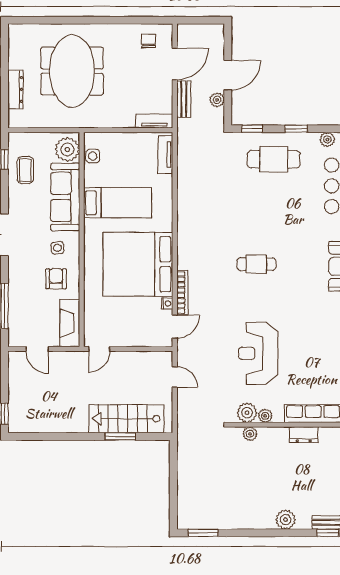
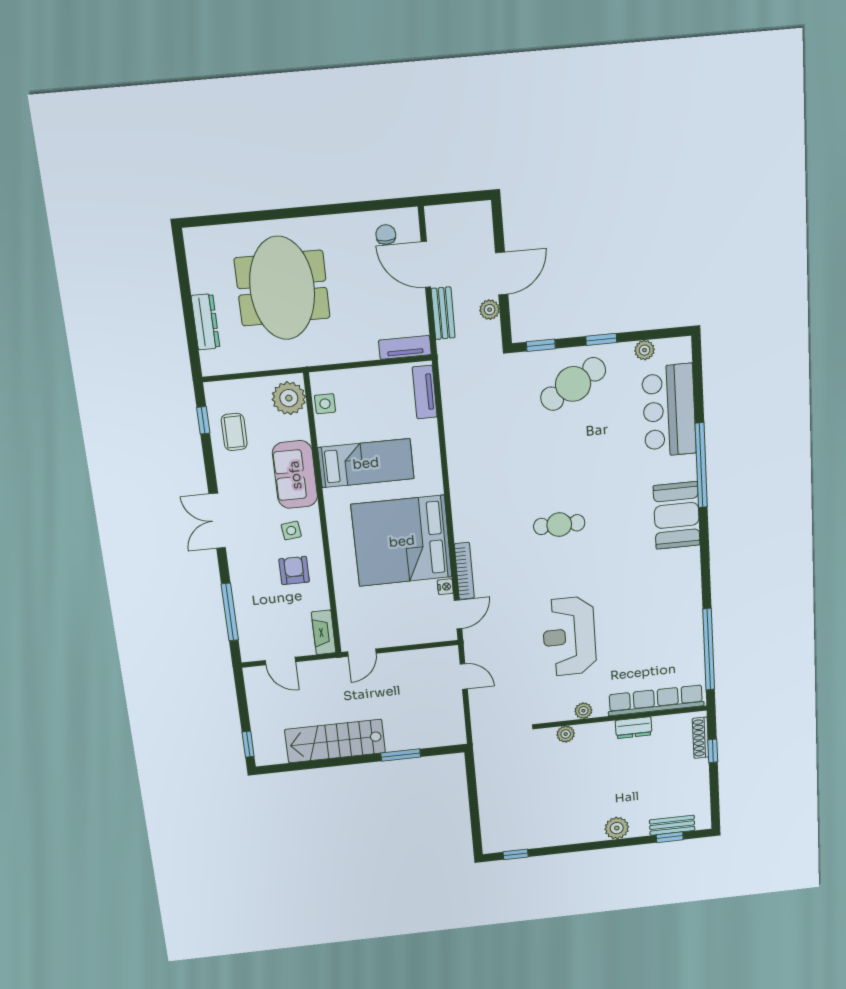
door: (175, 64) -> (426, 265), swing flipped
cafe table: (274, 159) -> (573, 384), turned -30
sofa: (65, 197) -> (295, 475), width x0.73
fireplace: (70, 323) -> (324, 632), width x0.73, depth x0.76
plant: (247, 413) -> (560, 709), removed
stairs: (126, 419) -> (335, 741), moved
window: (203, 533) -> (516, 854), width x0.67

